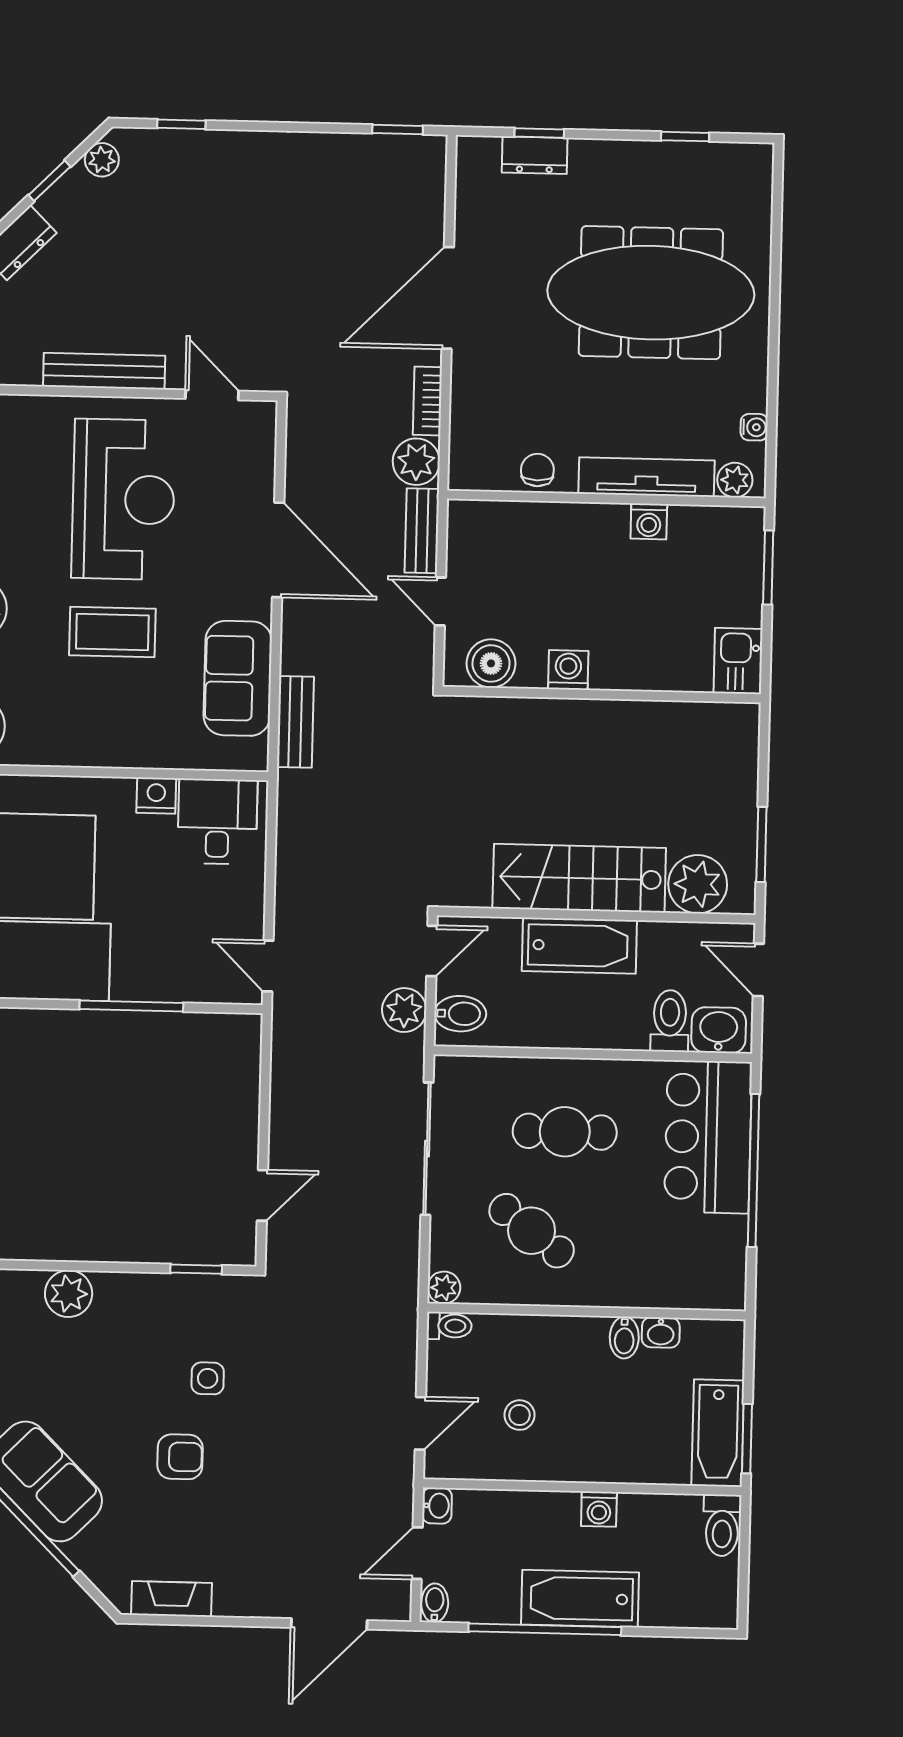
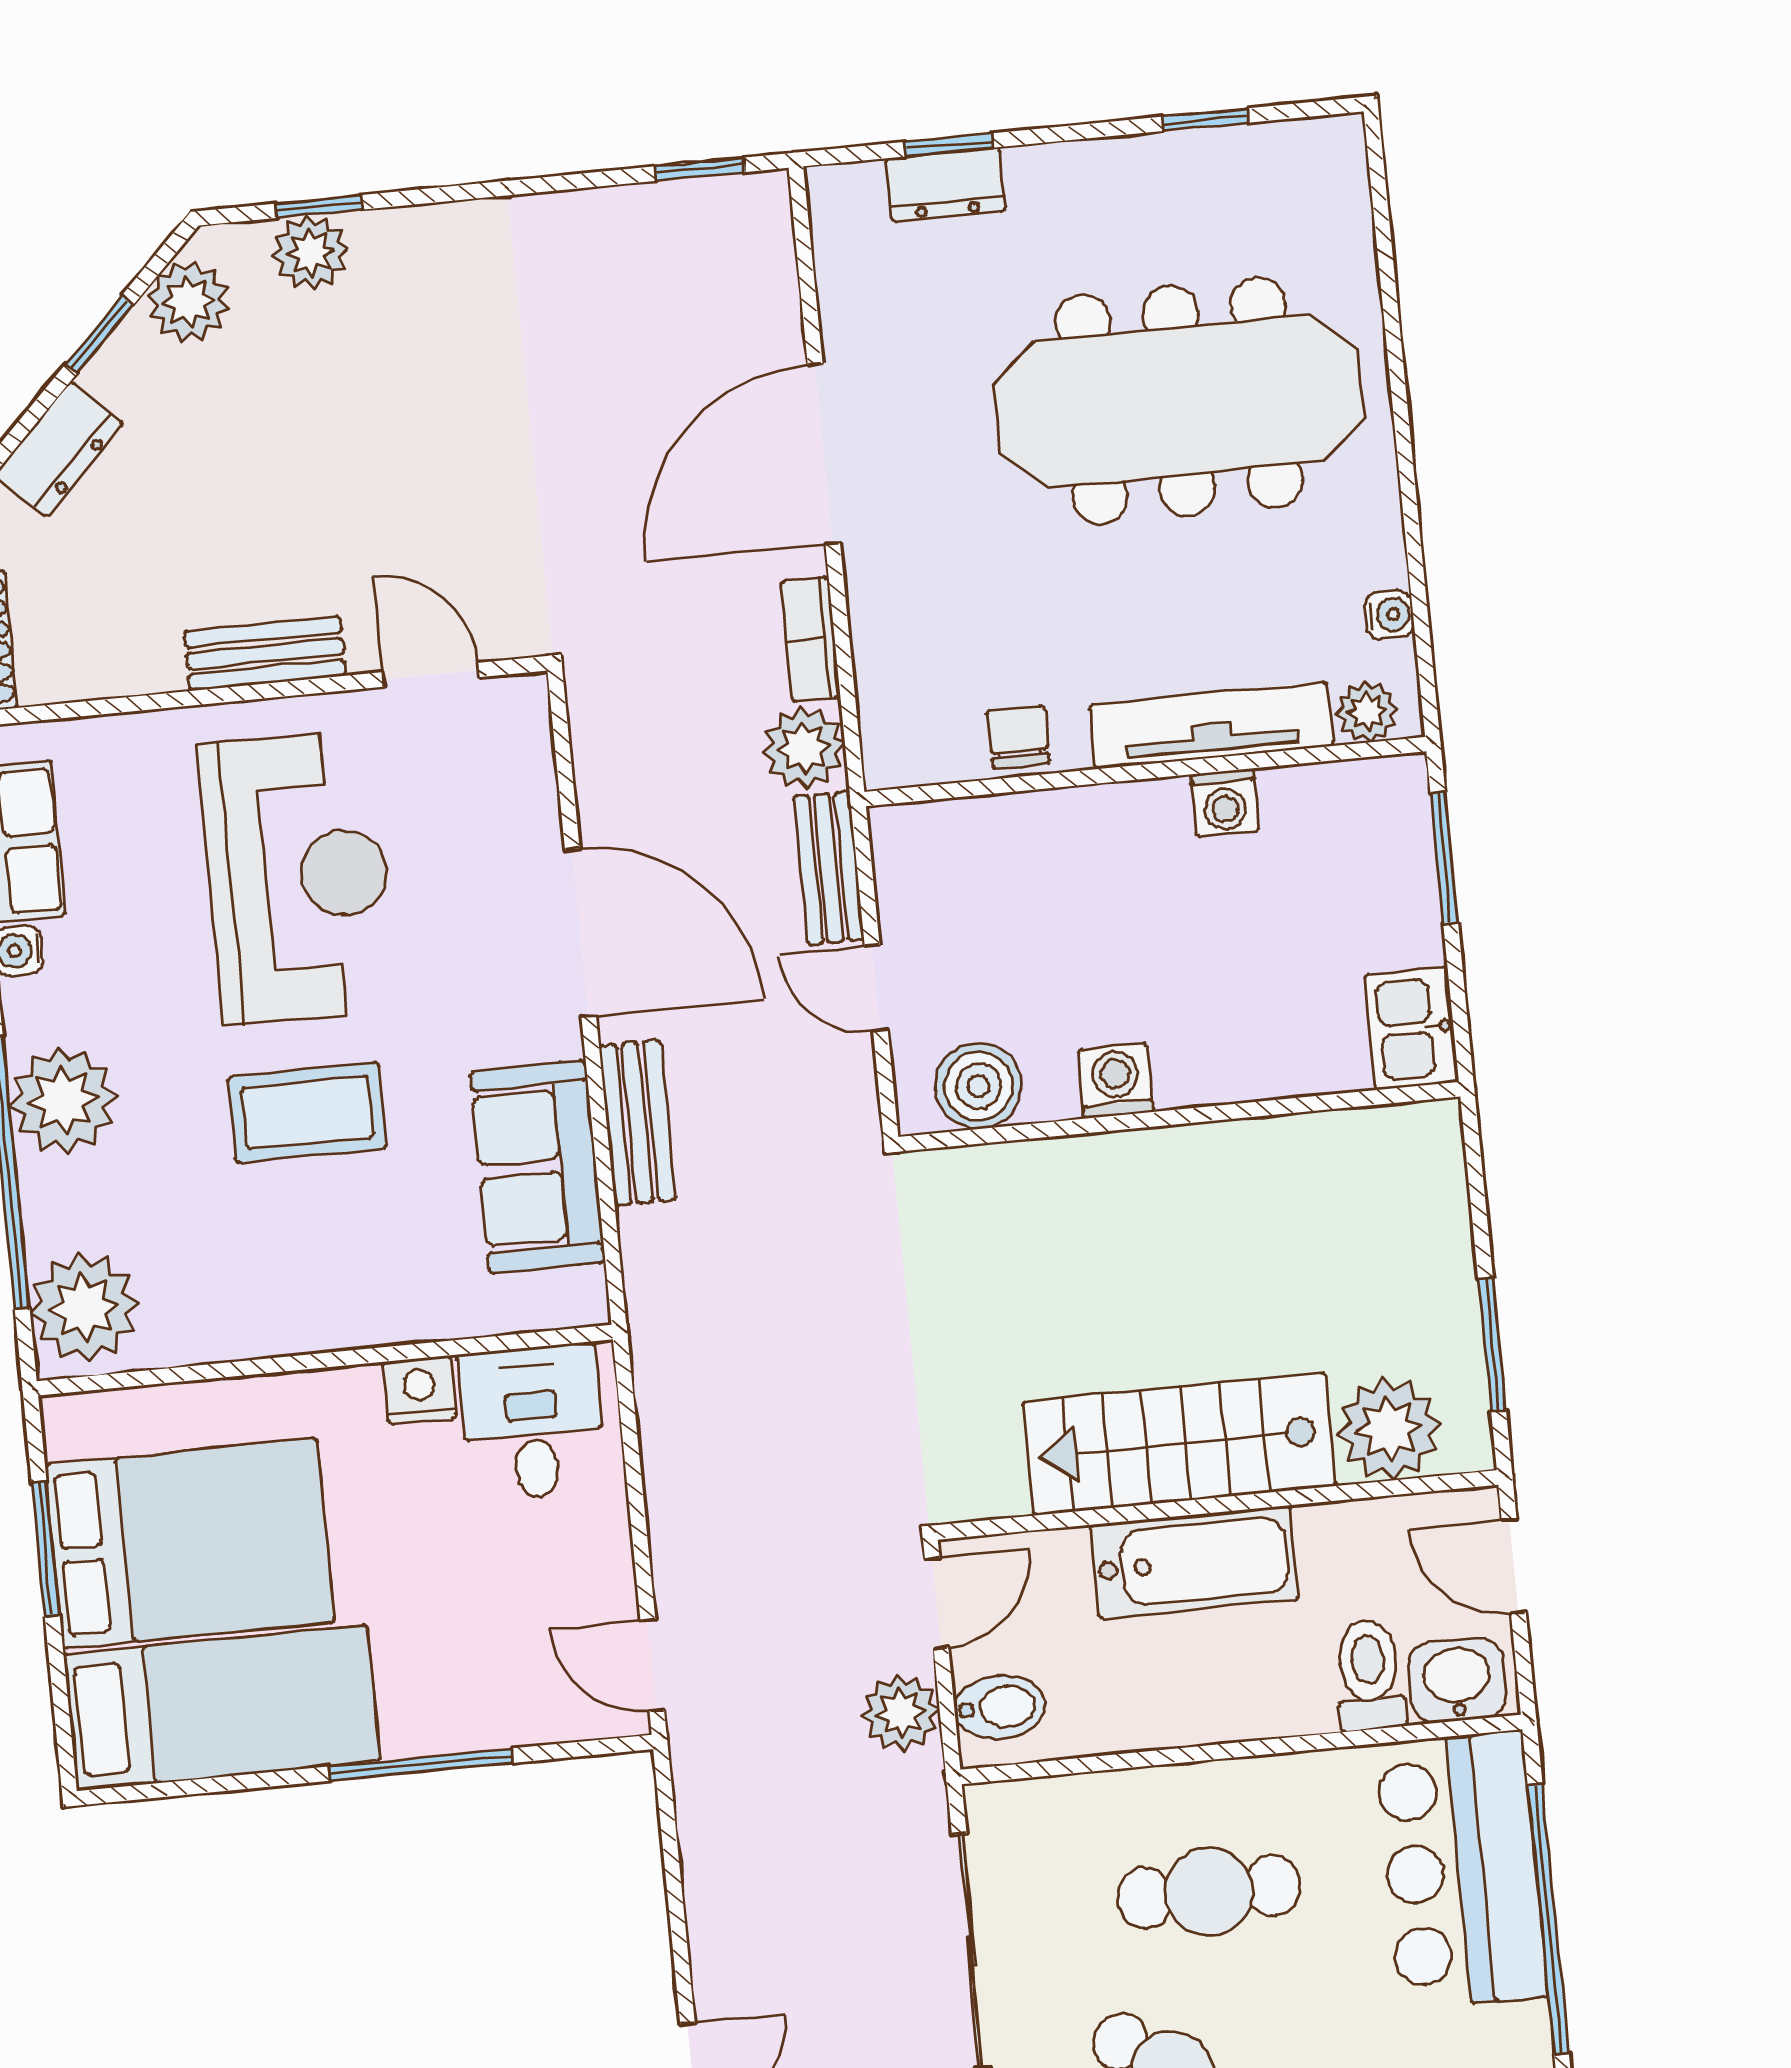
plant: (173, 149) -> (310, 253), added
plant: (102, 160) -> (189, 302), width x1.38, depth x1.38
bench: (104, 371) -> (265, 654), width x0.73
bench: (295, 722) -> (637, 1123), moved

